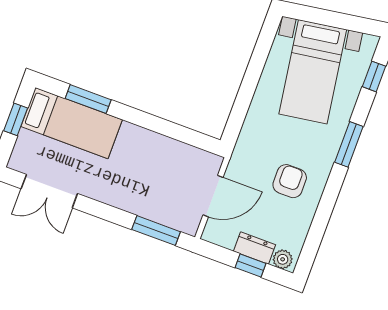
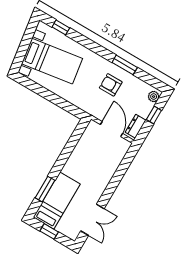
window: (349, 144) -> (125, 65), moved
window: (156, 231) -> (125, 164), removed
dresser: (255, 248) -> (136, 126), moved

